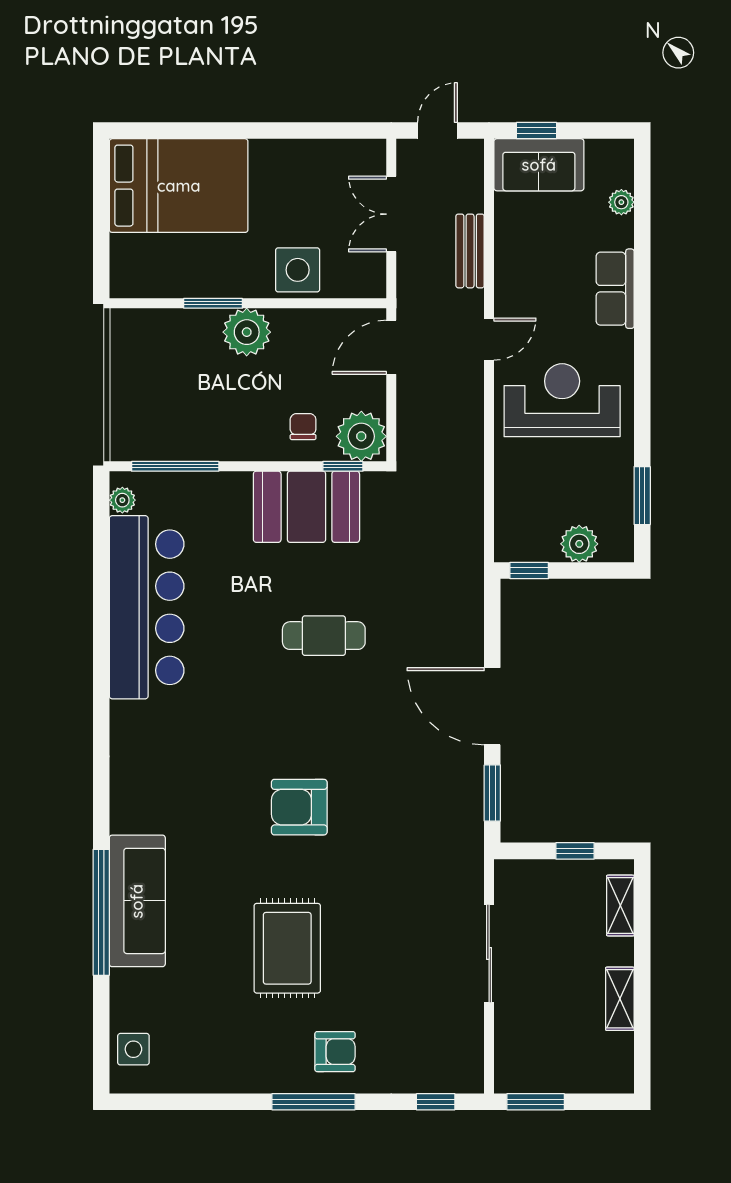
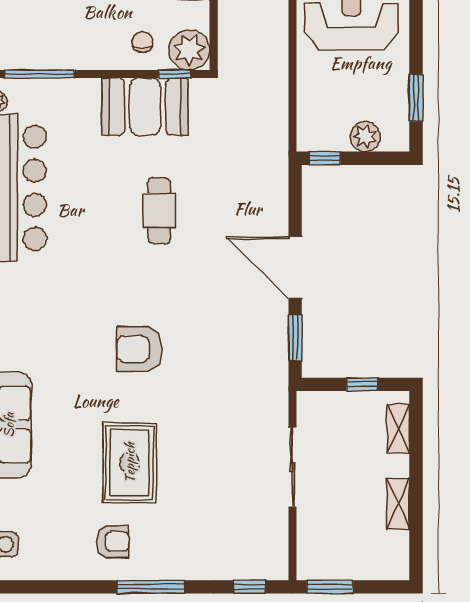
cafe table: (324, 636) -> (159, 211), turned 90
armchair: (335, 1052) -> (113, 542), moved

